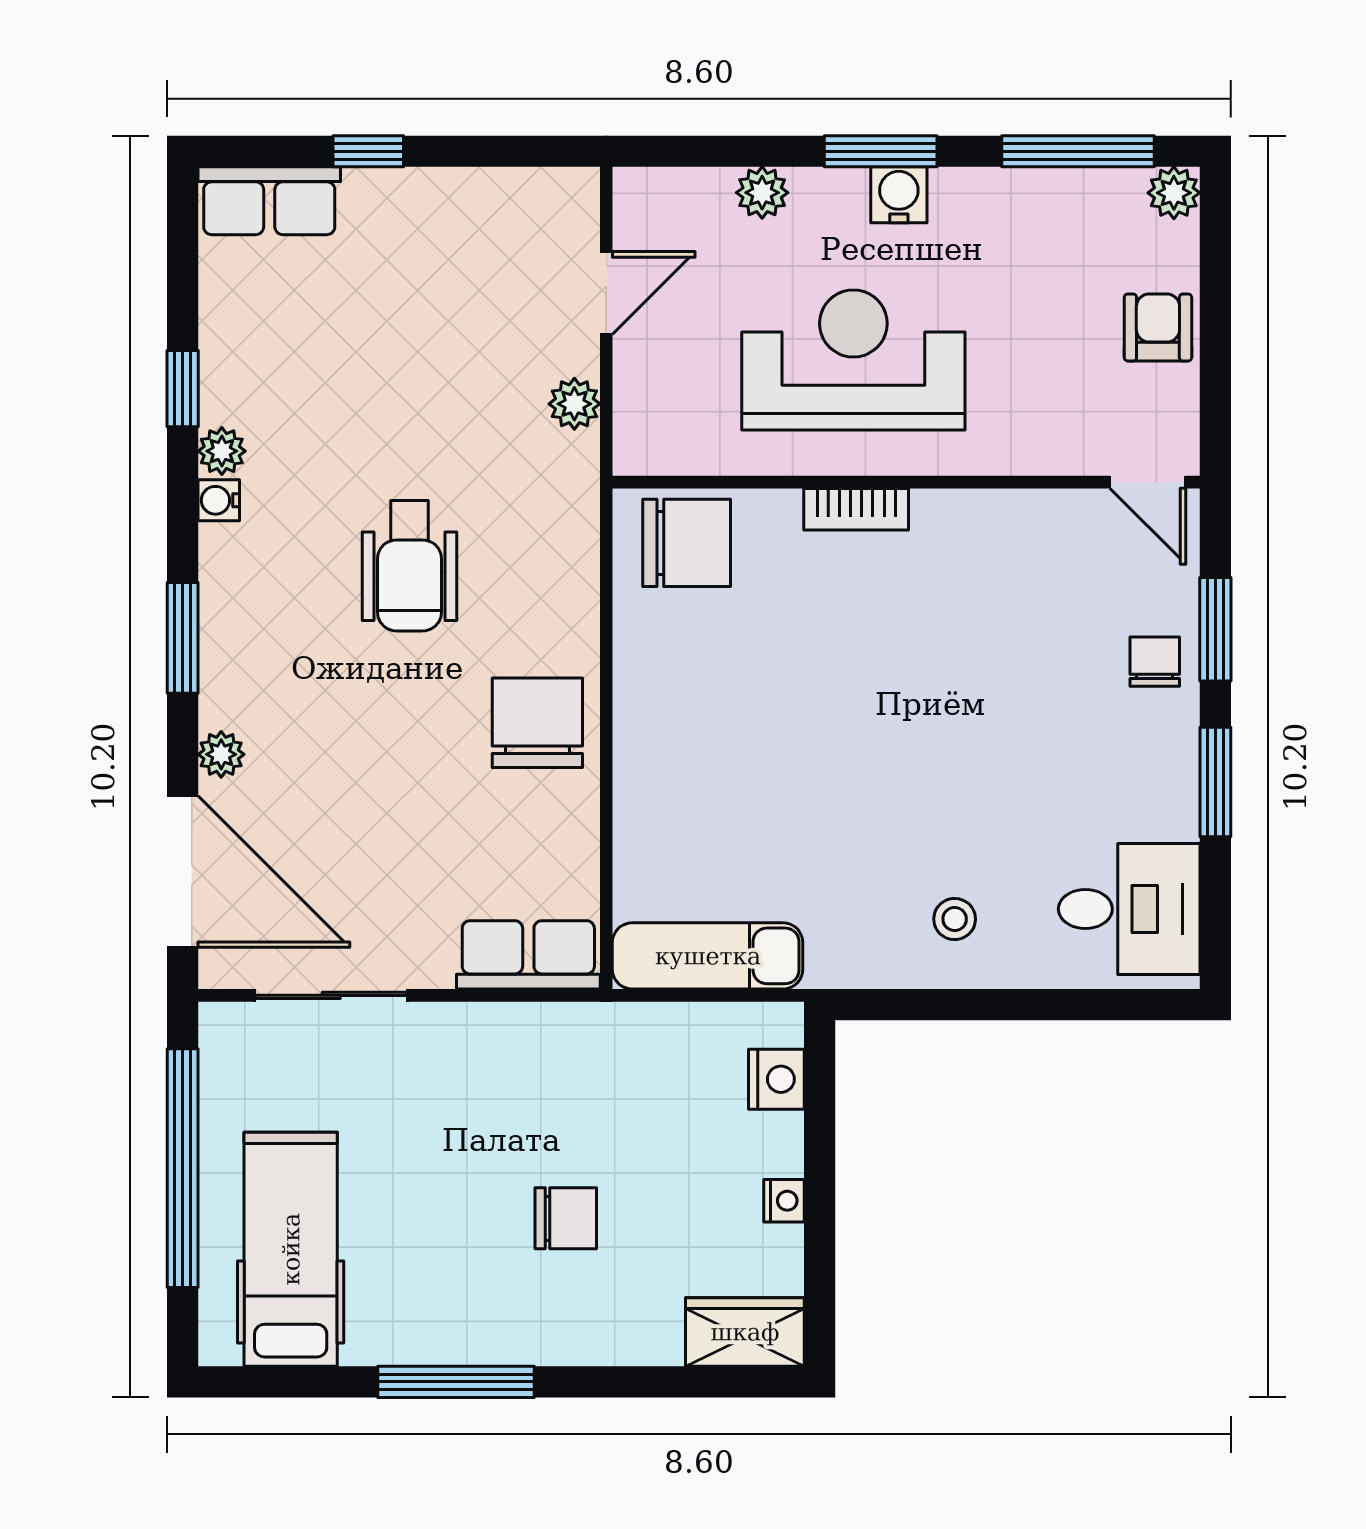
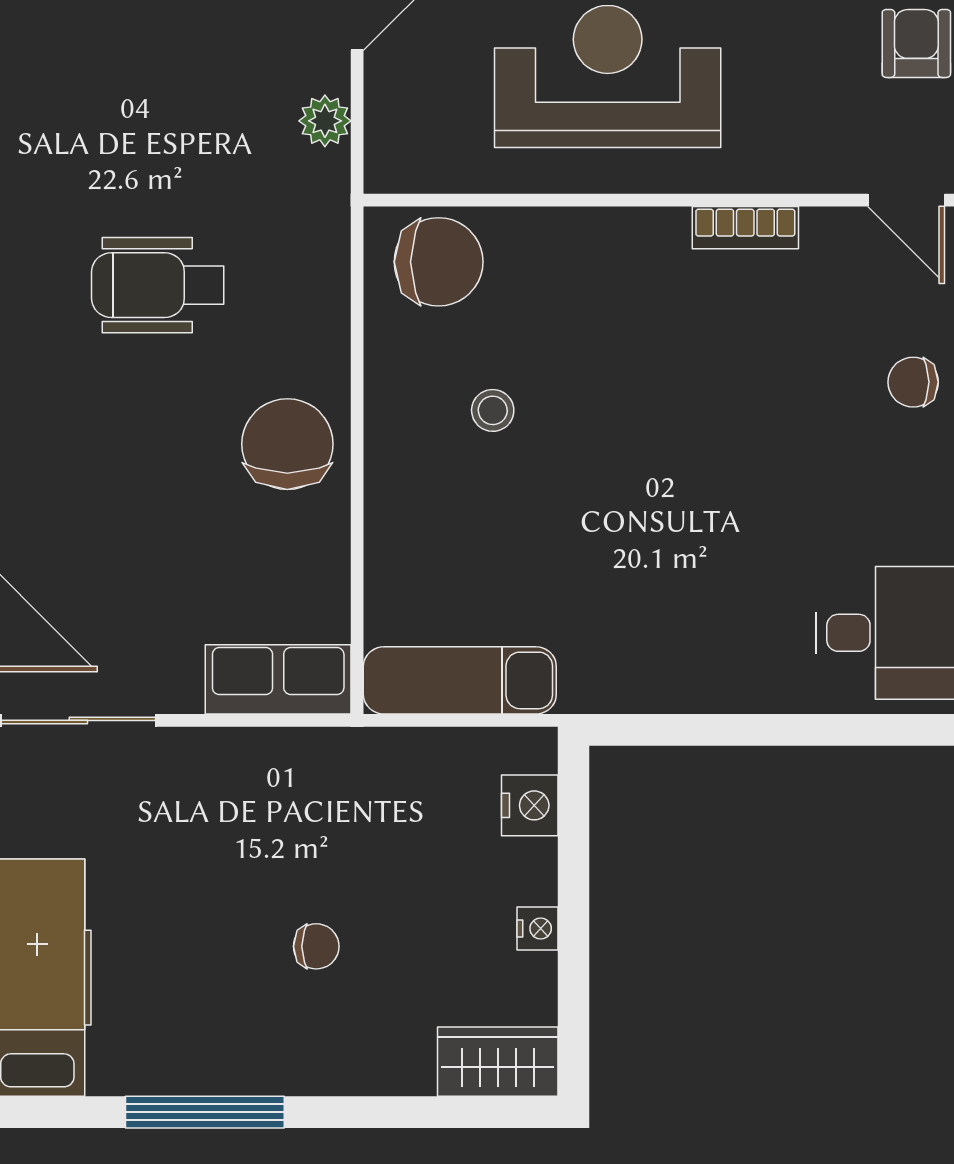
bookcase: (856, 509) -> (745, 228), moved
wheelchair: (409, 566) -> (158, 285), turned 90
chair: (1155, 662) -> (913, 382), turned -90
stool: (955, 919) -> (493, 410), moved
chair: (566, 1218) -> (316, 946), width x0.73, depth x0.73

